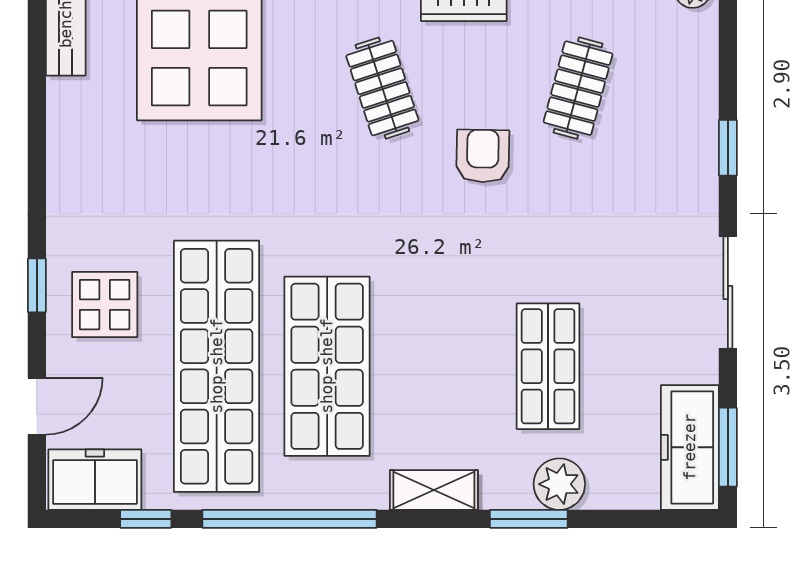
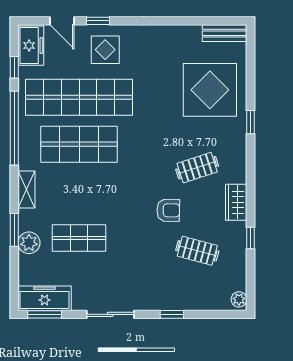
window: (37, 285) -> (98, 21), moved

